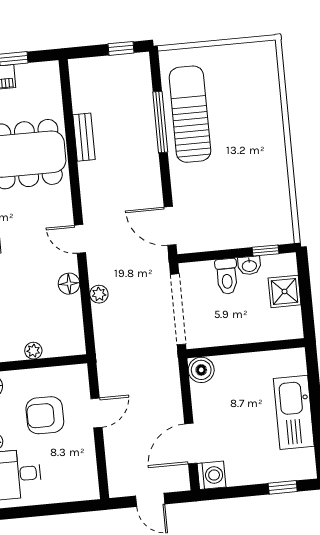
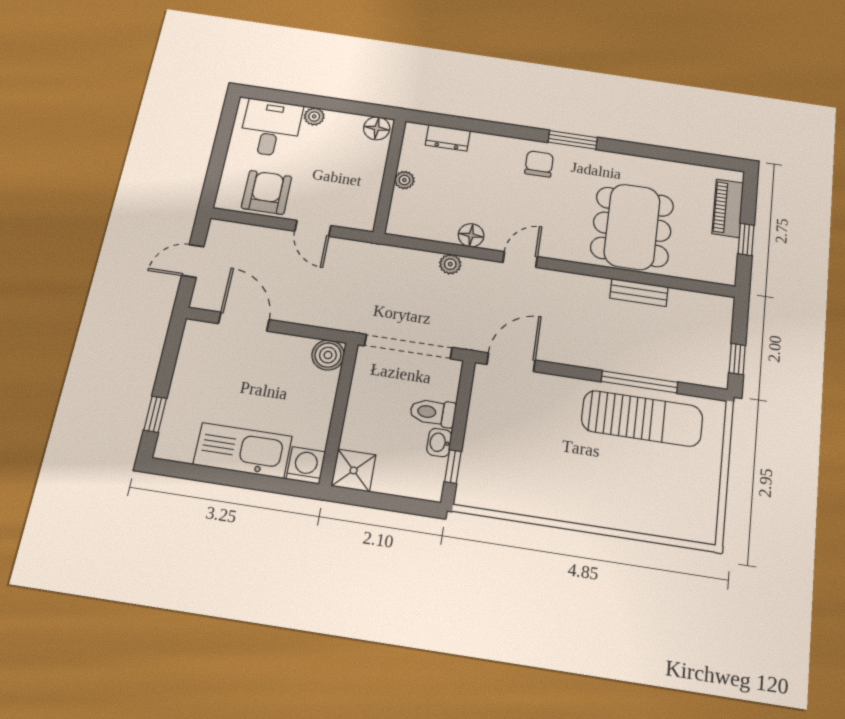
shower: (285, 291) -> (354, 470), moved
armchair: (45, 415) -> (267, 192), moved
washing machine: (211, 475) -> (306, 465), moved, turned 180

